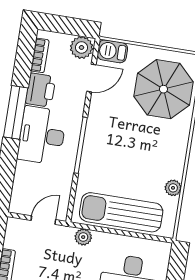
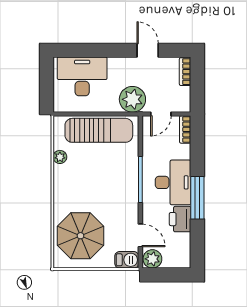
bookcase: (40, 55) -> (185, 129), moved
door: (91, 78) -> (140, 235), swing flipped
plant: (83, 237) -> (132, 99), width x1.87, depth x1.87

